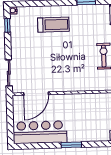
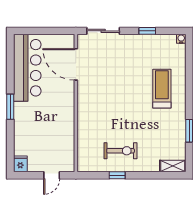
window: (7, 25) -> (147, 31), moved
treadmill: (53, 25) -> (162, 89), turned 180

